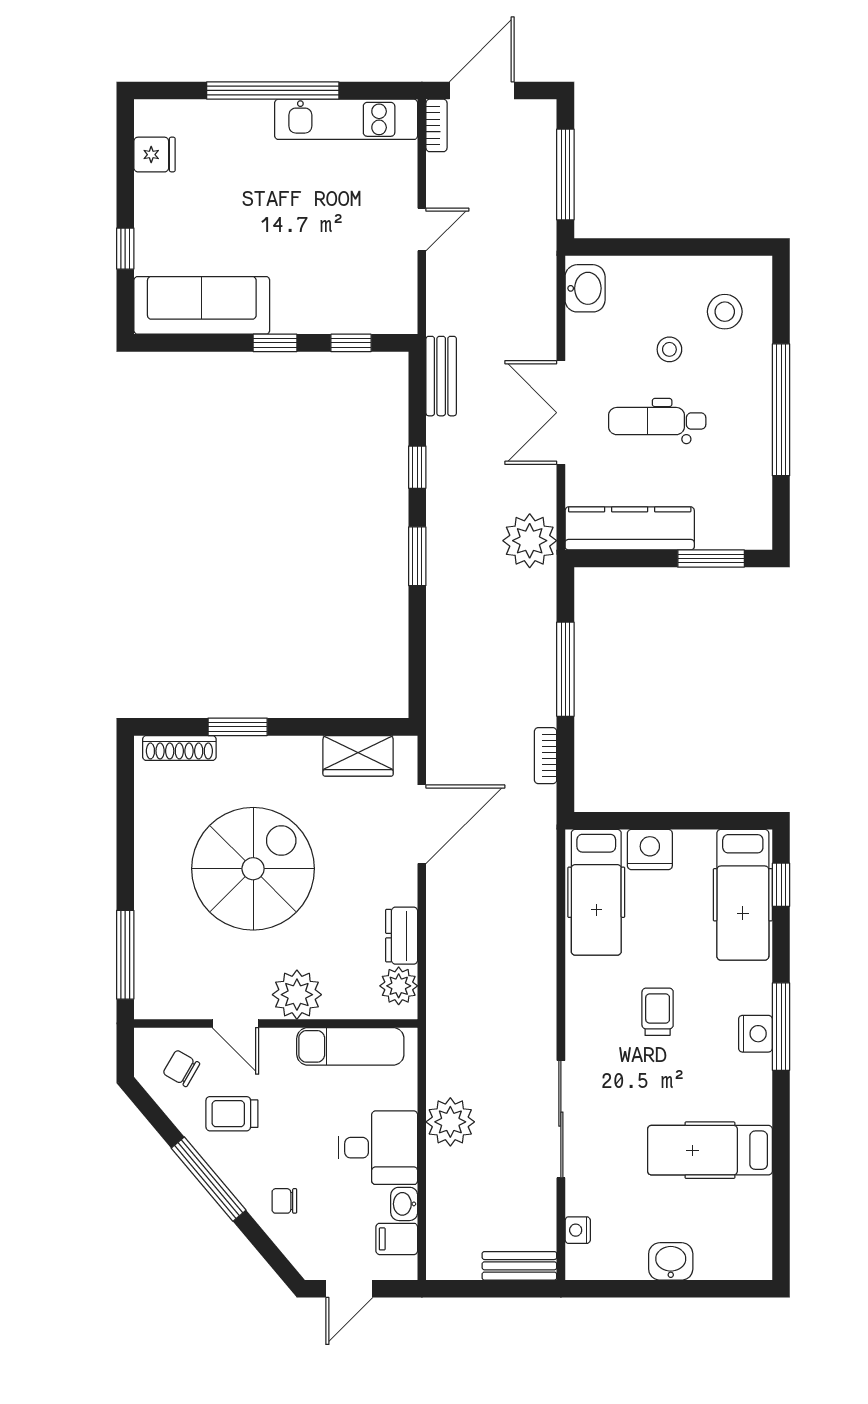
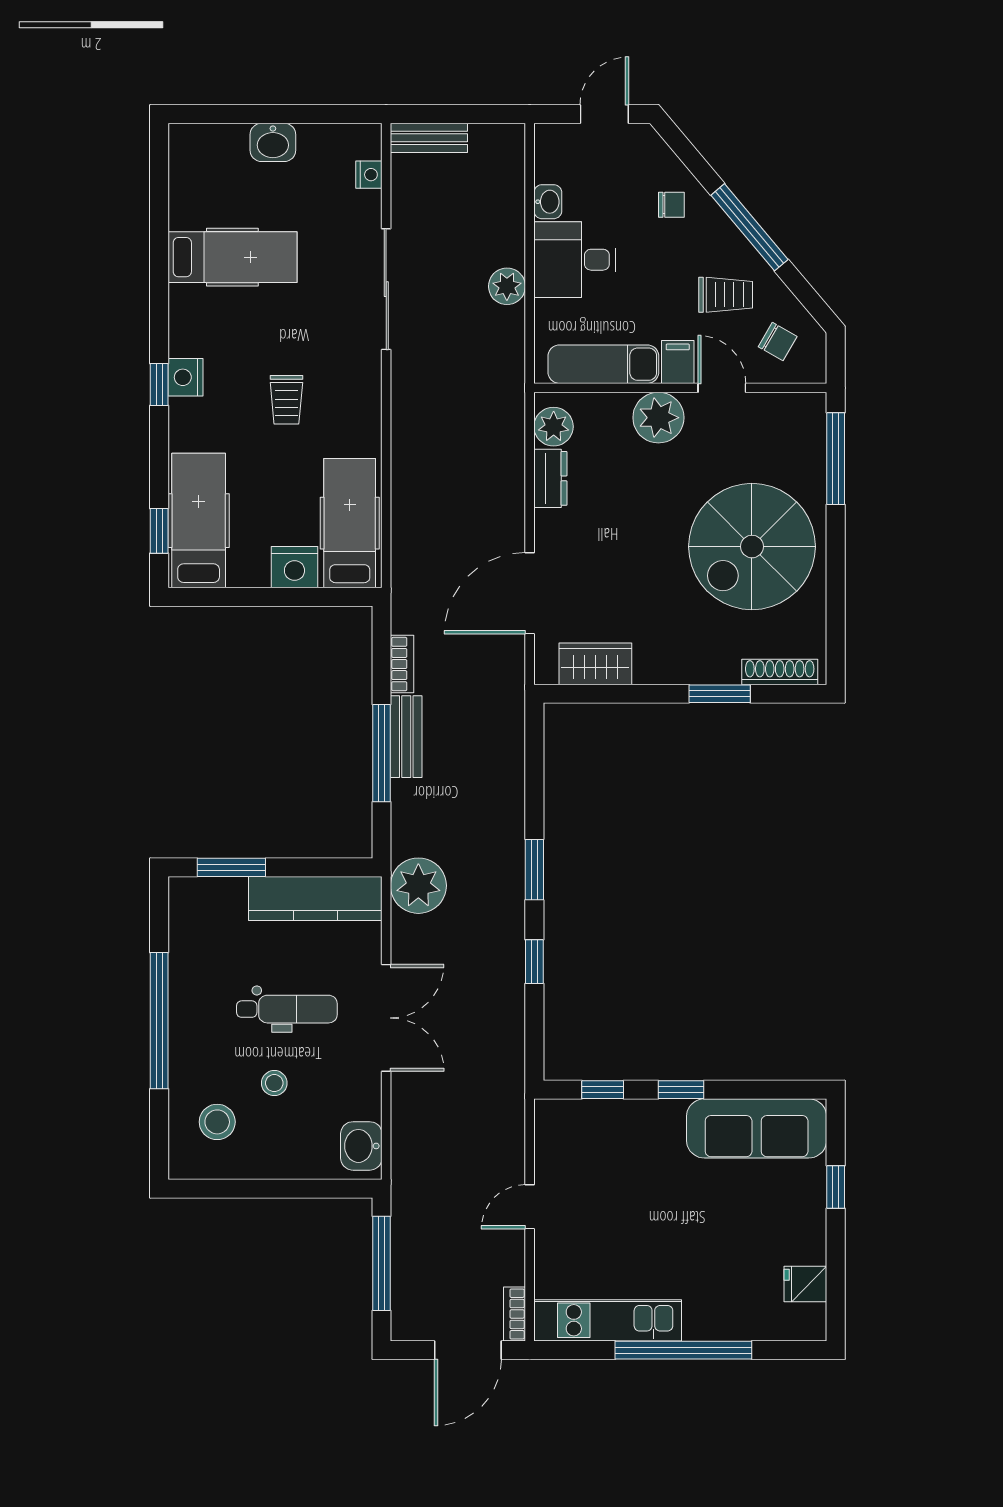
bench: (441, 376) -> (406, 737), moved
spiral stairs: (253, 869) -> (752, 547), moved
window: (781, 1027) -> (159, 384), width x0.46
plant: (450, 1122) -> (507, 286), width x0.73, depth x0.73
filing cabinet: (397, 1239) -> (678, 362), moved, turned -90

